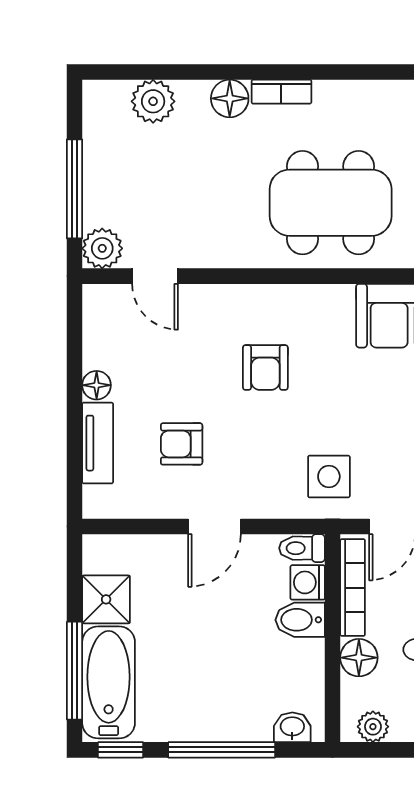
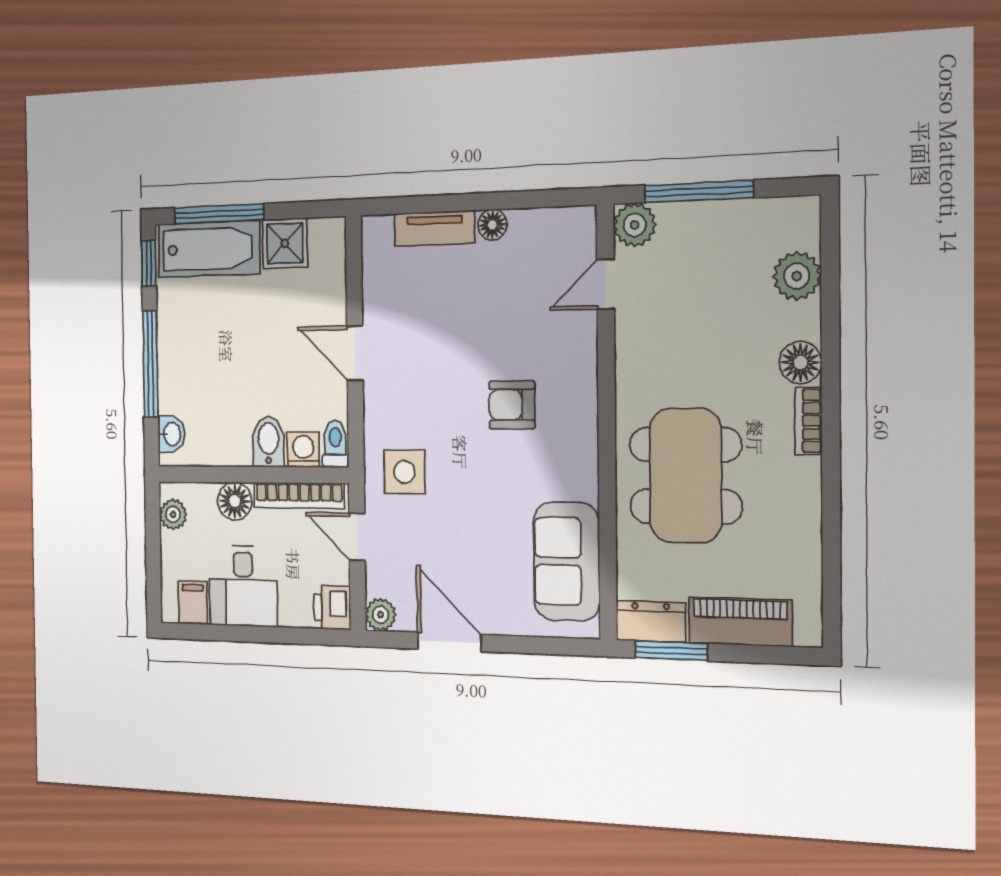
armchair: (182, 444) -> (435, 317), removed

